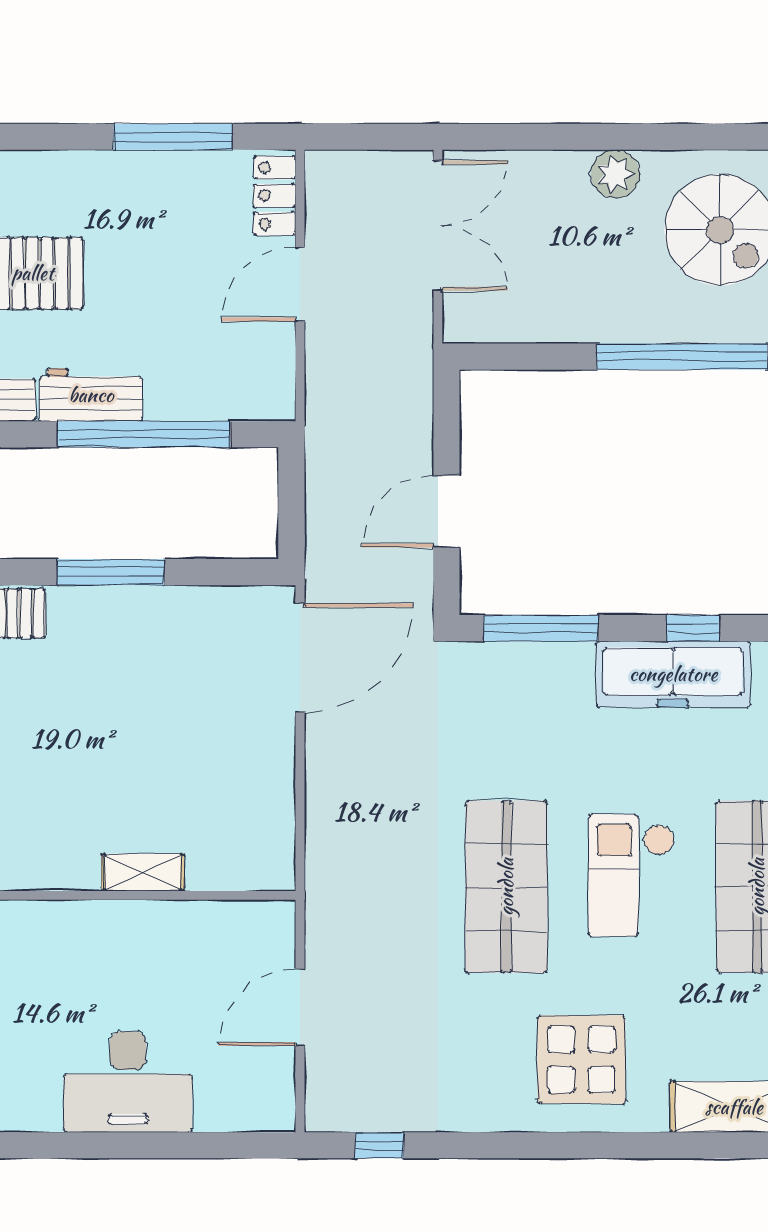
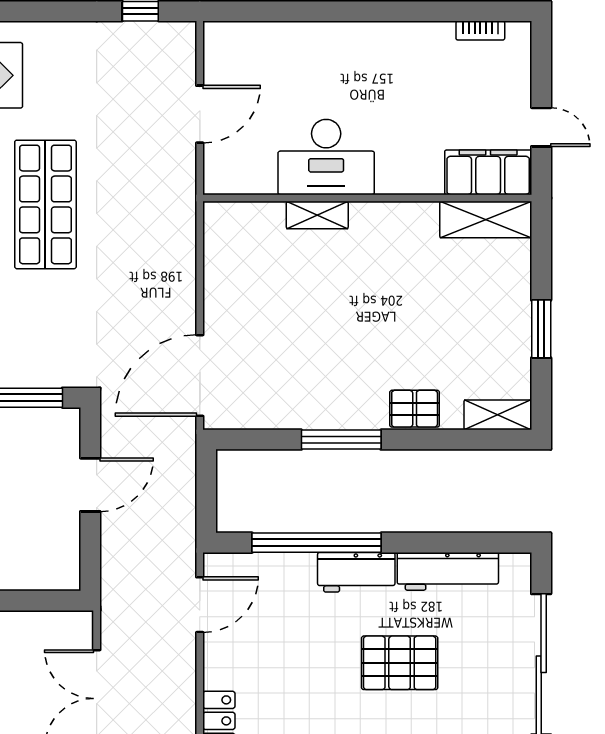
door: (300, 284) -> (200, 605), moved
desk: (128, 1082) -> (326, 157), moved, turned 180

